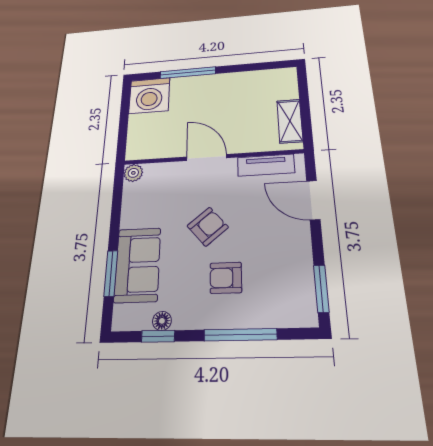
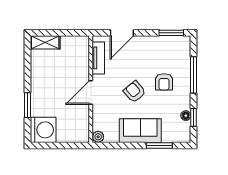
window: (188, 73) -> (27, 105), width x0.69
shelving: (290, 121) -> (45, 42), moved
sofa: (137, 265) -> (140, 131), moved

